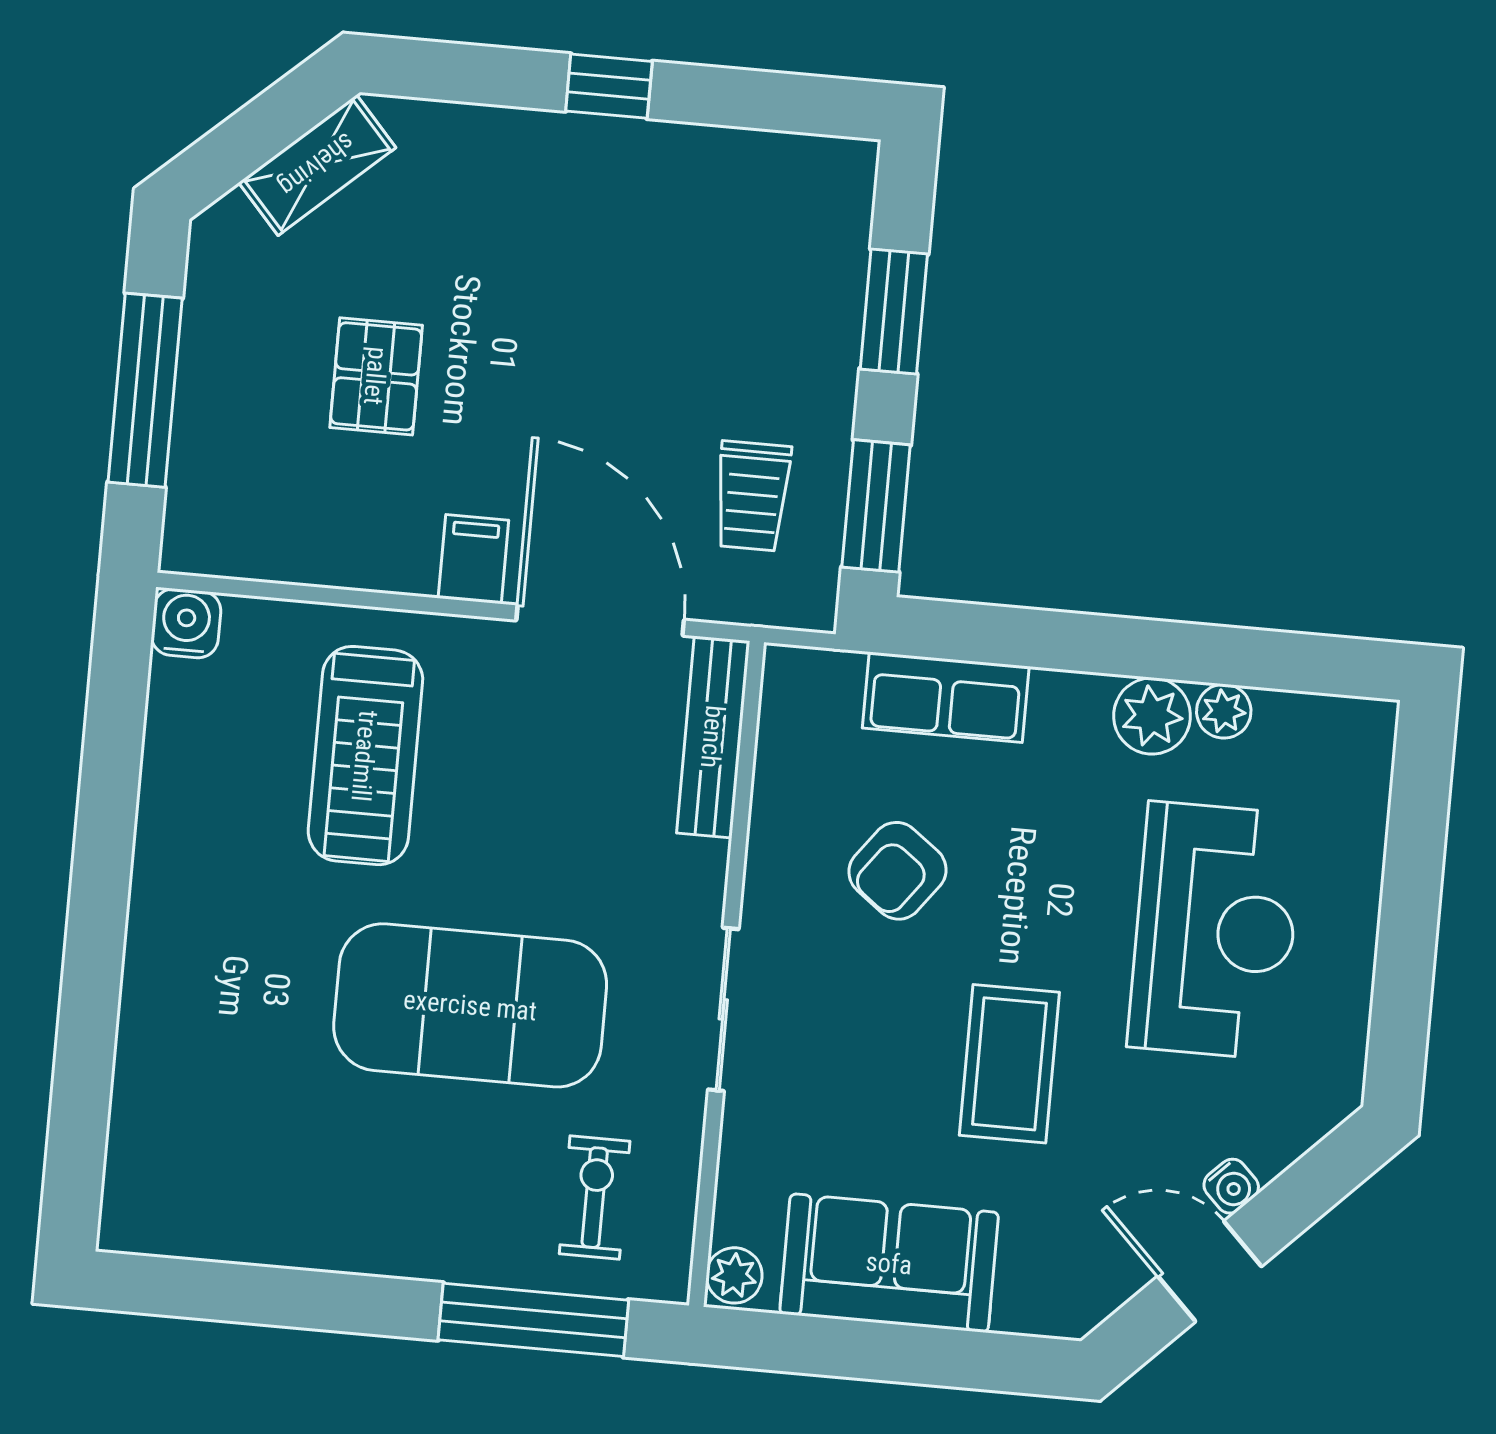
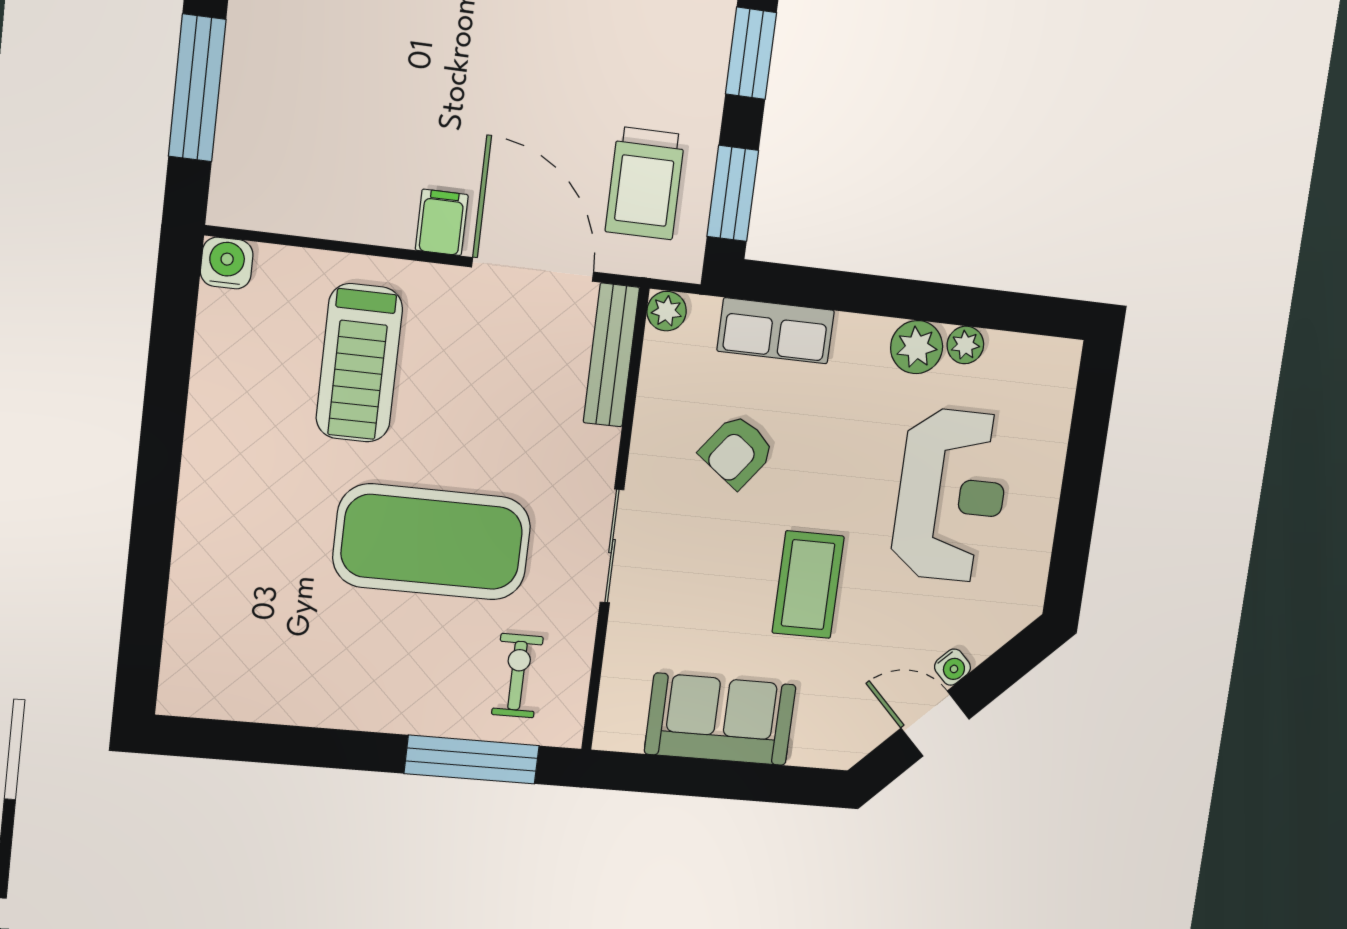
pallet: (376, 376) -> (372, 85), removed
trolley: (752, 496) -> (645, 183), width x1.36, depth x1.39
plant: (734, 1275) -> (667, 311), moved

